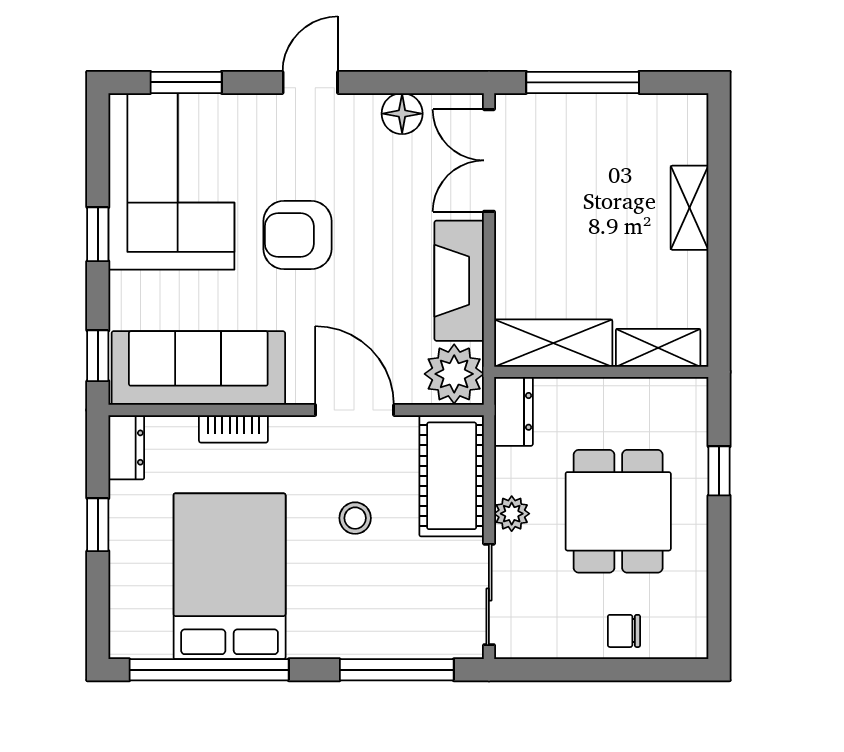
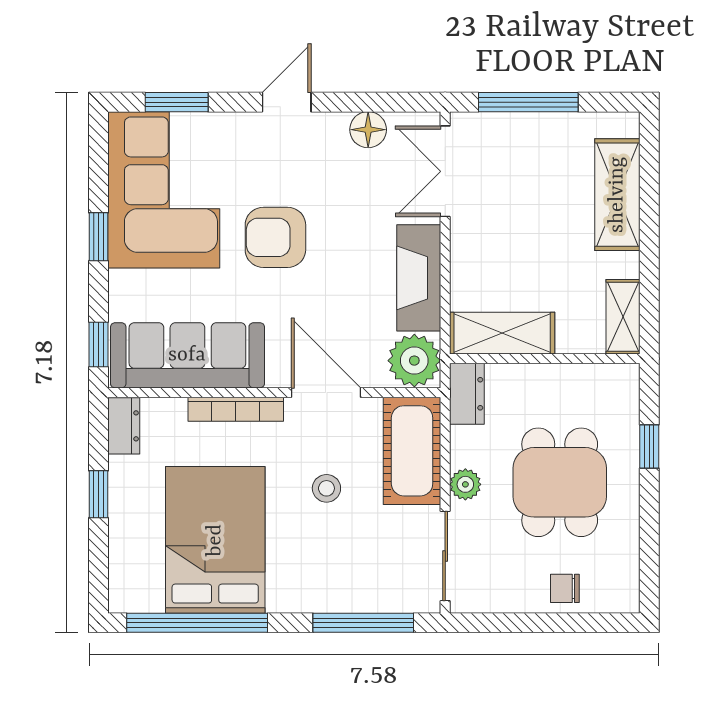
shelving: (690, 208) -> (617, 195), width x1.50, depth x1.33
shelving: (658, 348) -> (623, 317), moved, turned 90
bookcase: (233, 429) -> (236, 409), width x1.56

